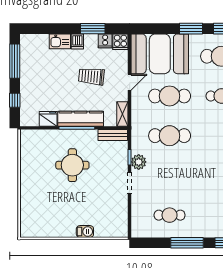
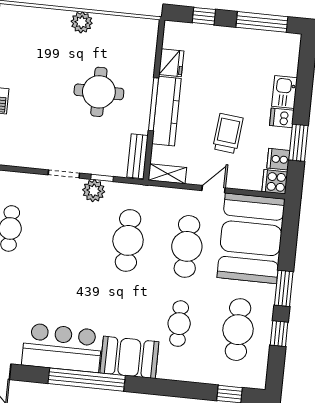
door: (130, 82) -> (213, 189), swing flipped
plant: (27, 181) -> (82, 22), added

